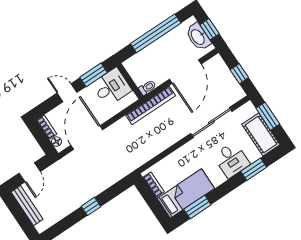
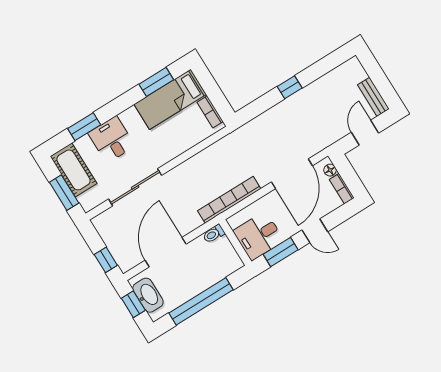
window: (239, 74) -> (106, 260), moved
bookcase: (151, 105) -> (229, 200), moved
bench: (27, 206) -> (373, 97), width x0.73

